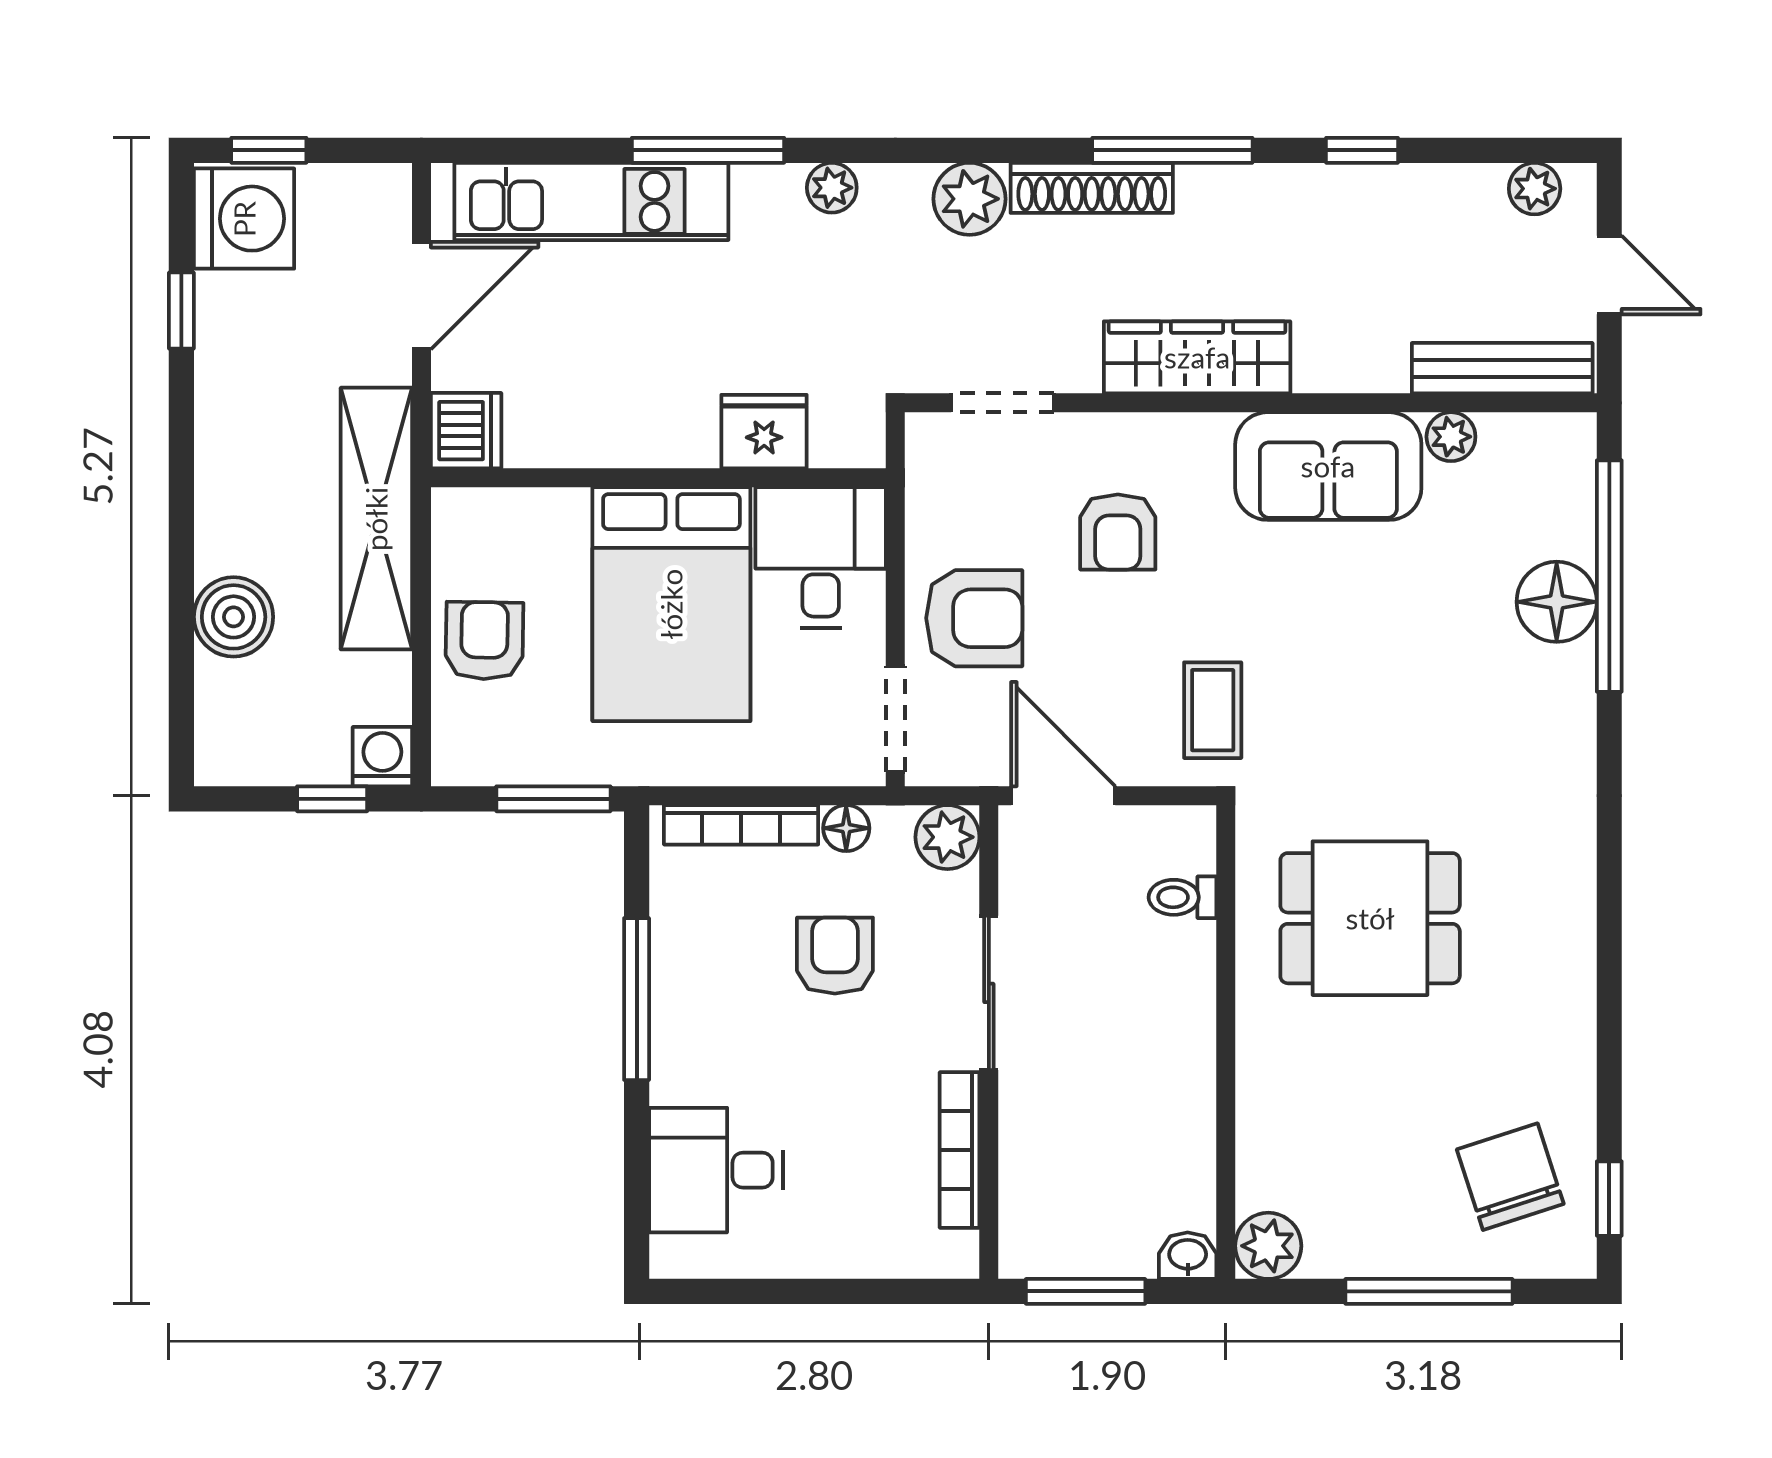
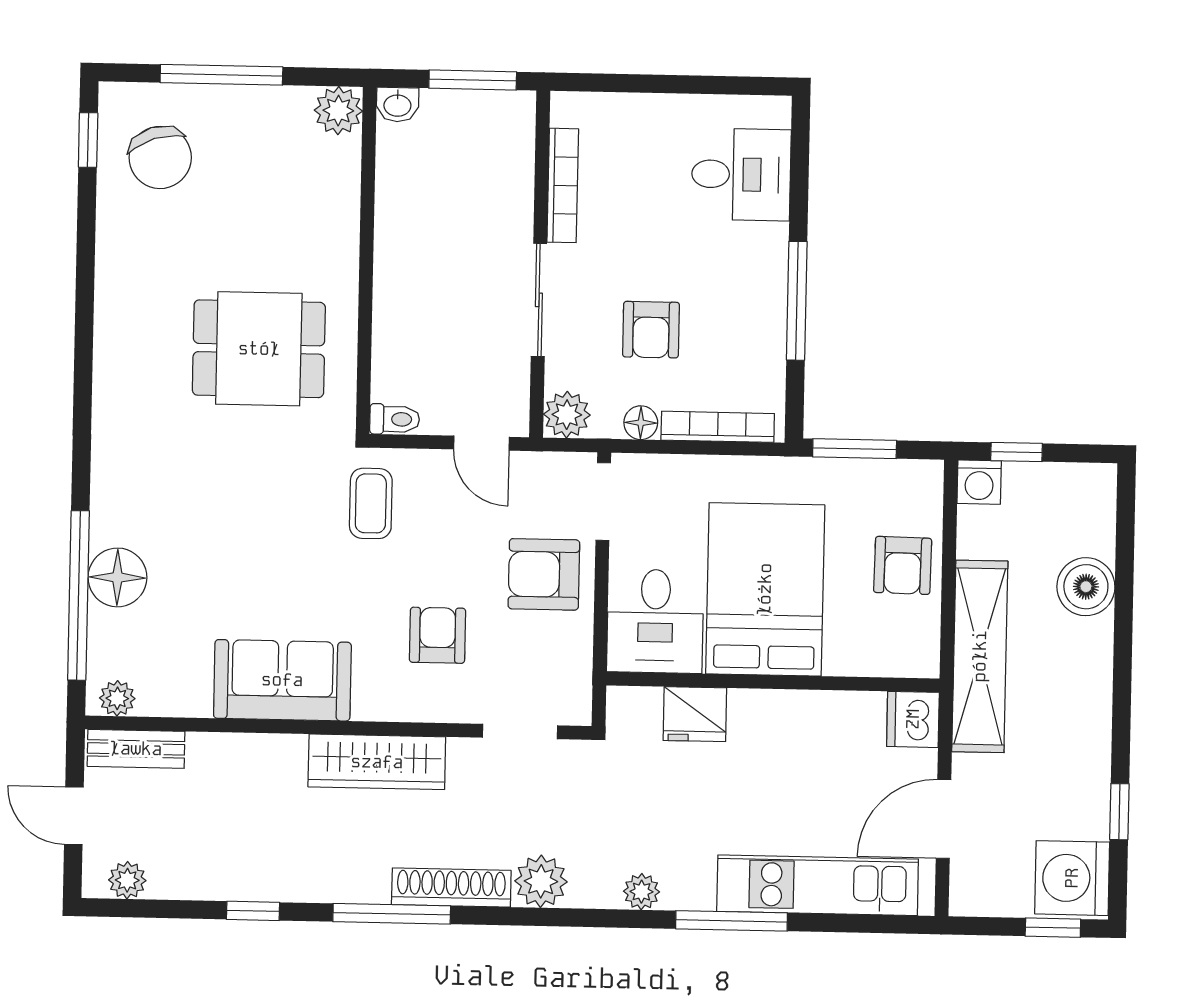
bench: (1502, 368) -> (136, 749), width x0.73
plant: (1451, 437) -> (117, 698), moved
door: (1063, 796) -> (481, 443), width x0.73
toilet: (1183, 897) -> (395, 419), moved

